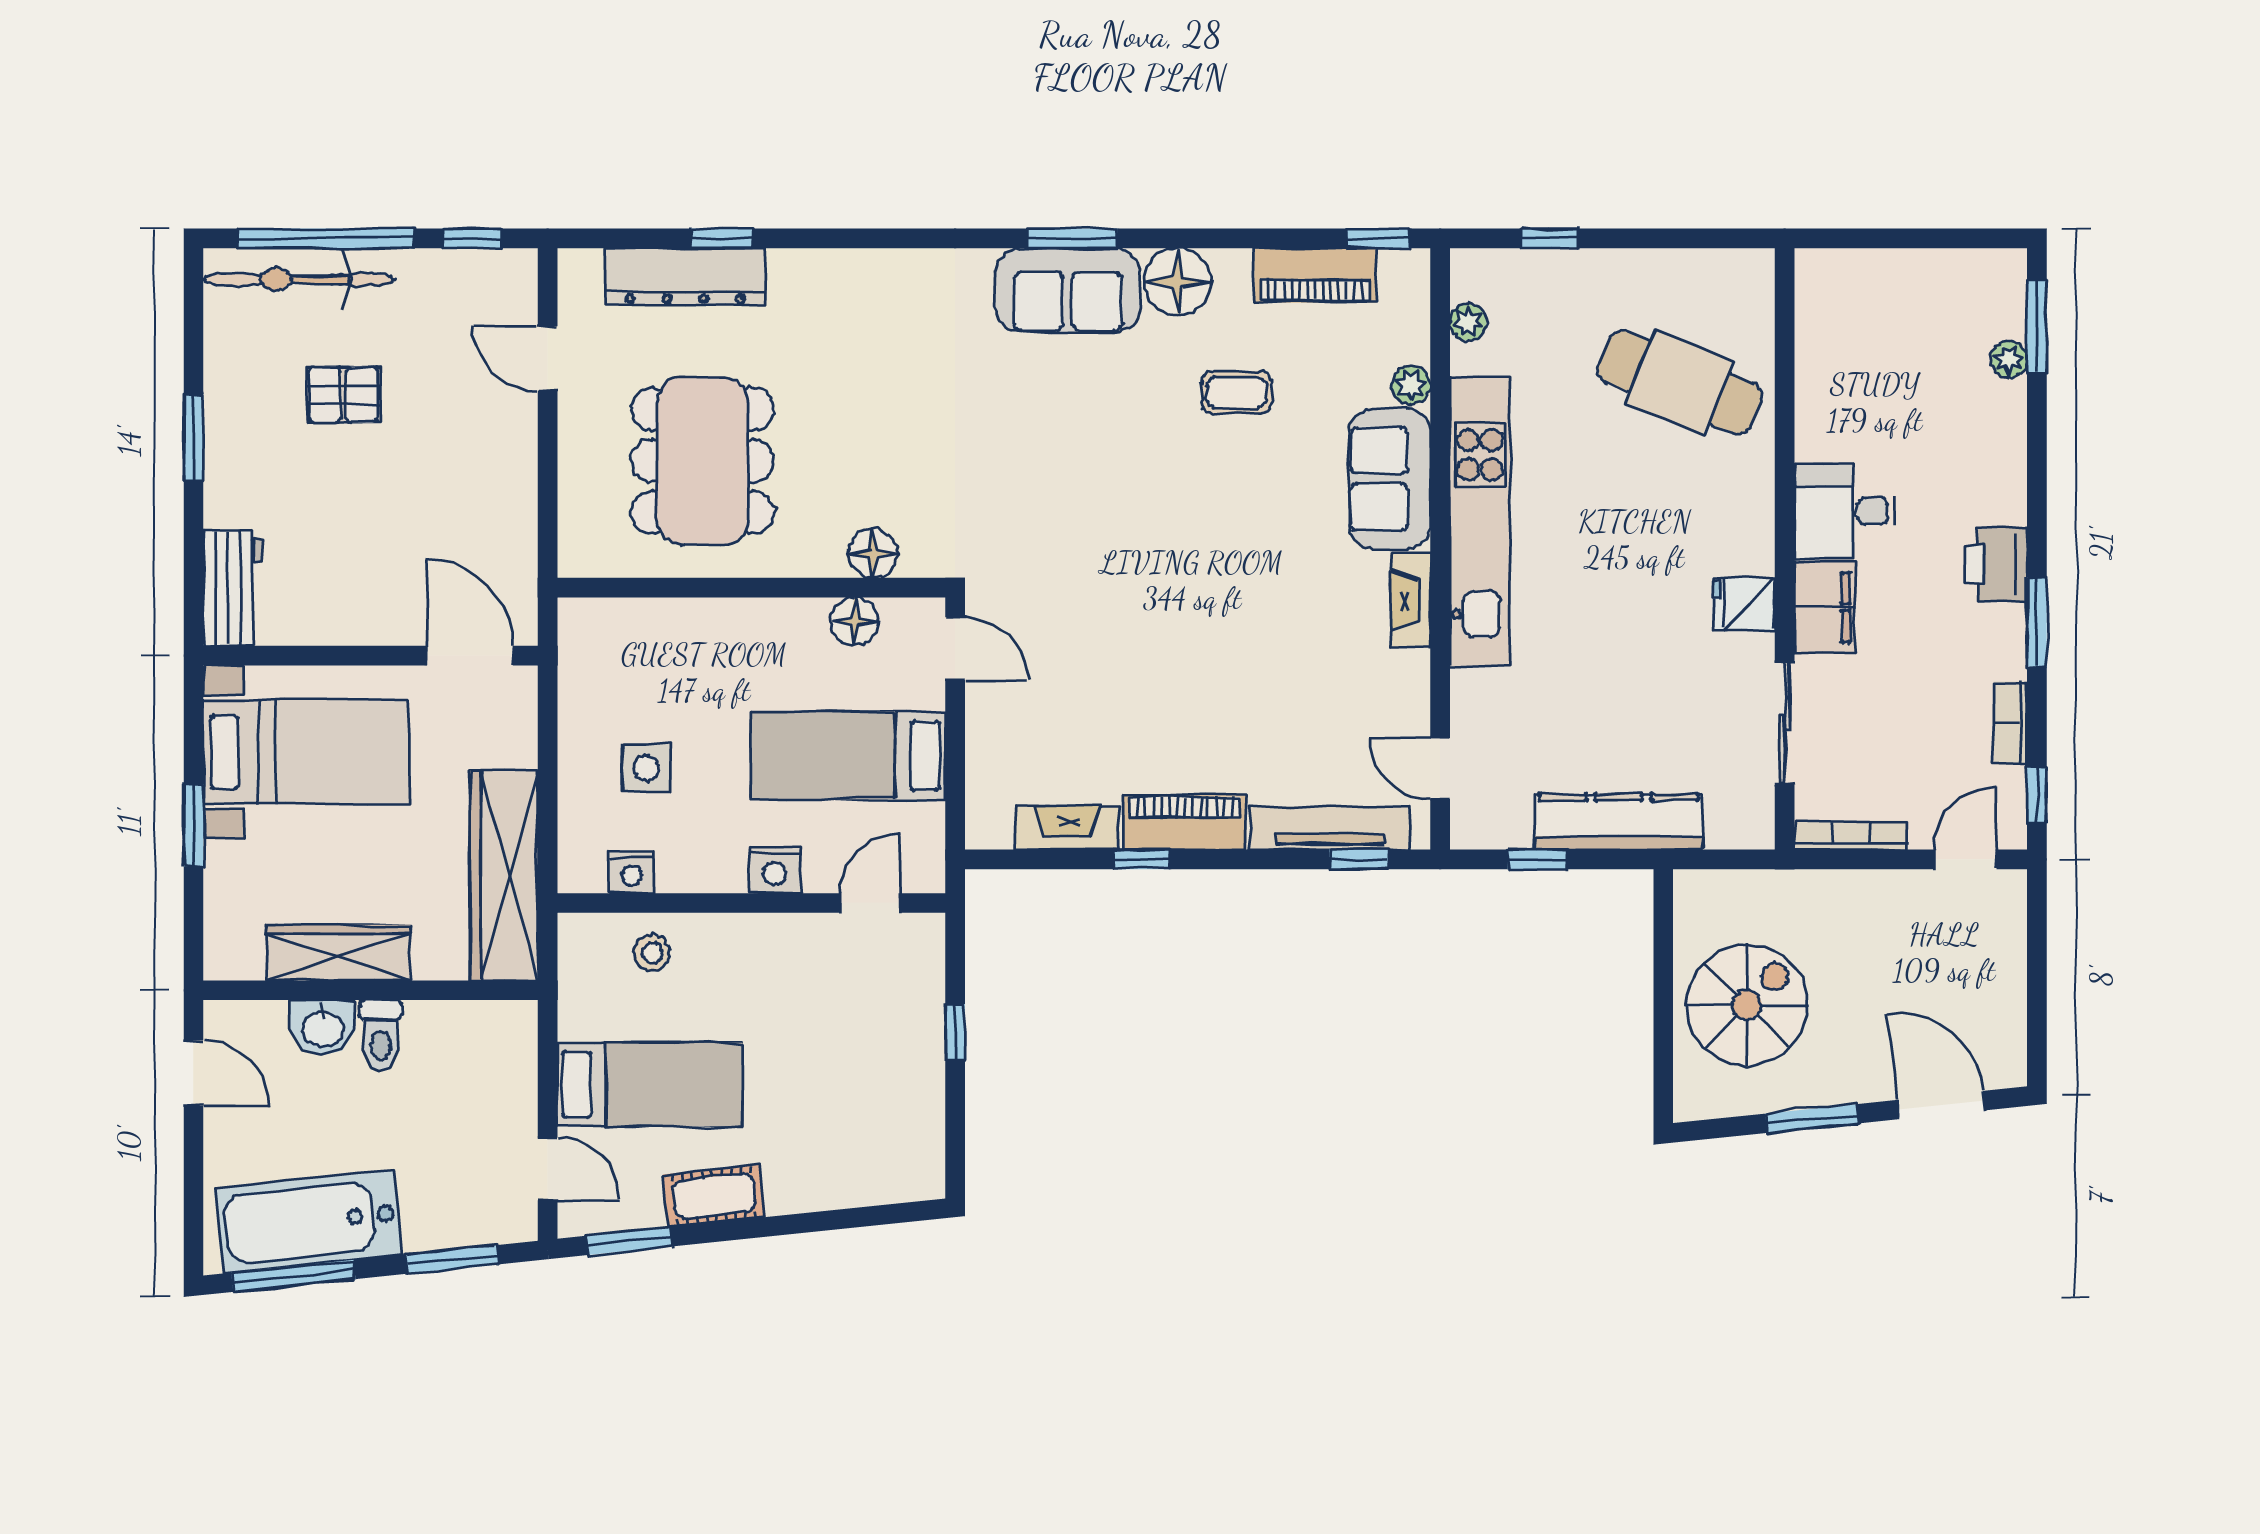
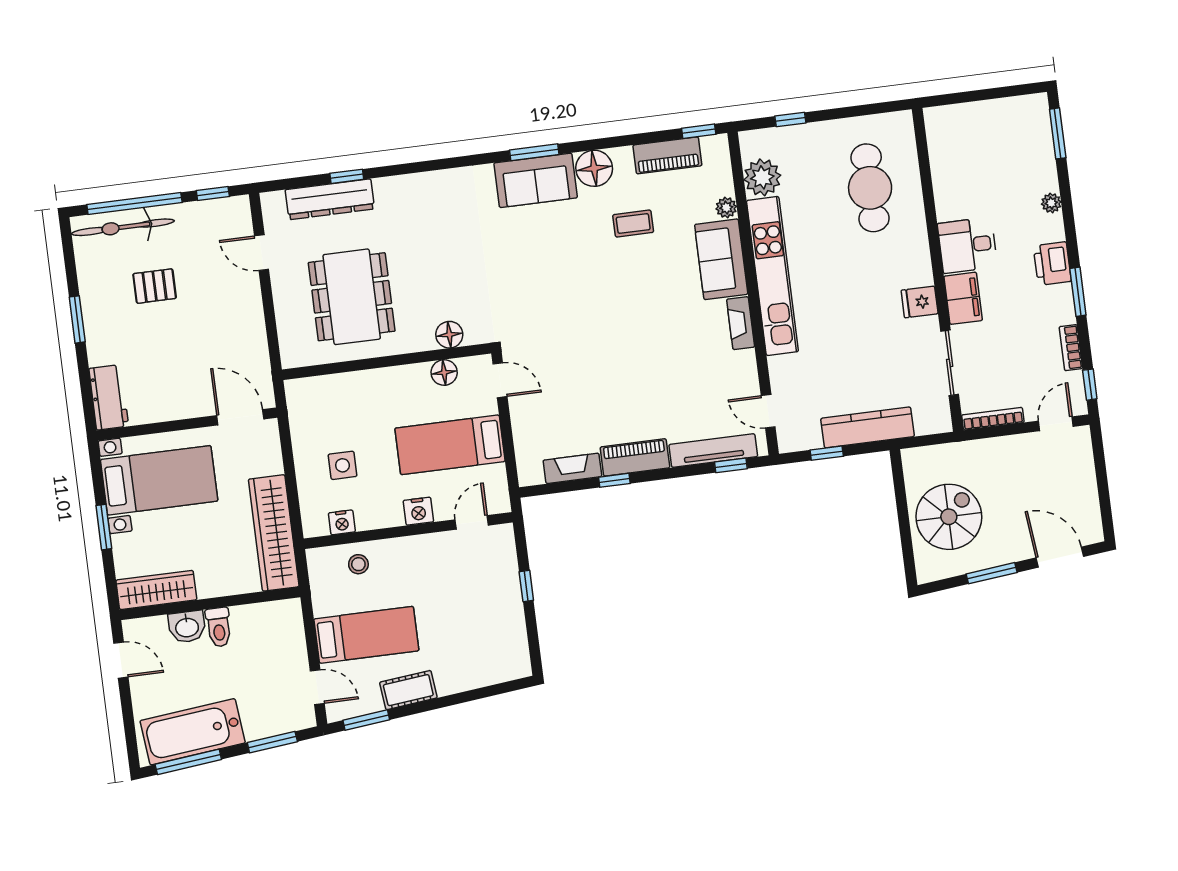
plant: (1468, 322) -> (762, 177), width x1.88, depth x1.88
plant: (2009, 359) -> (1051, 203), moved
cafe table: (1680, 383) -> (870, 188), turned 68
wardrobe: (338, 953) -> (156, 590), moved

